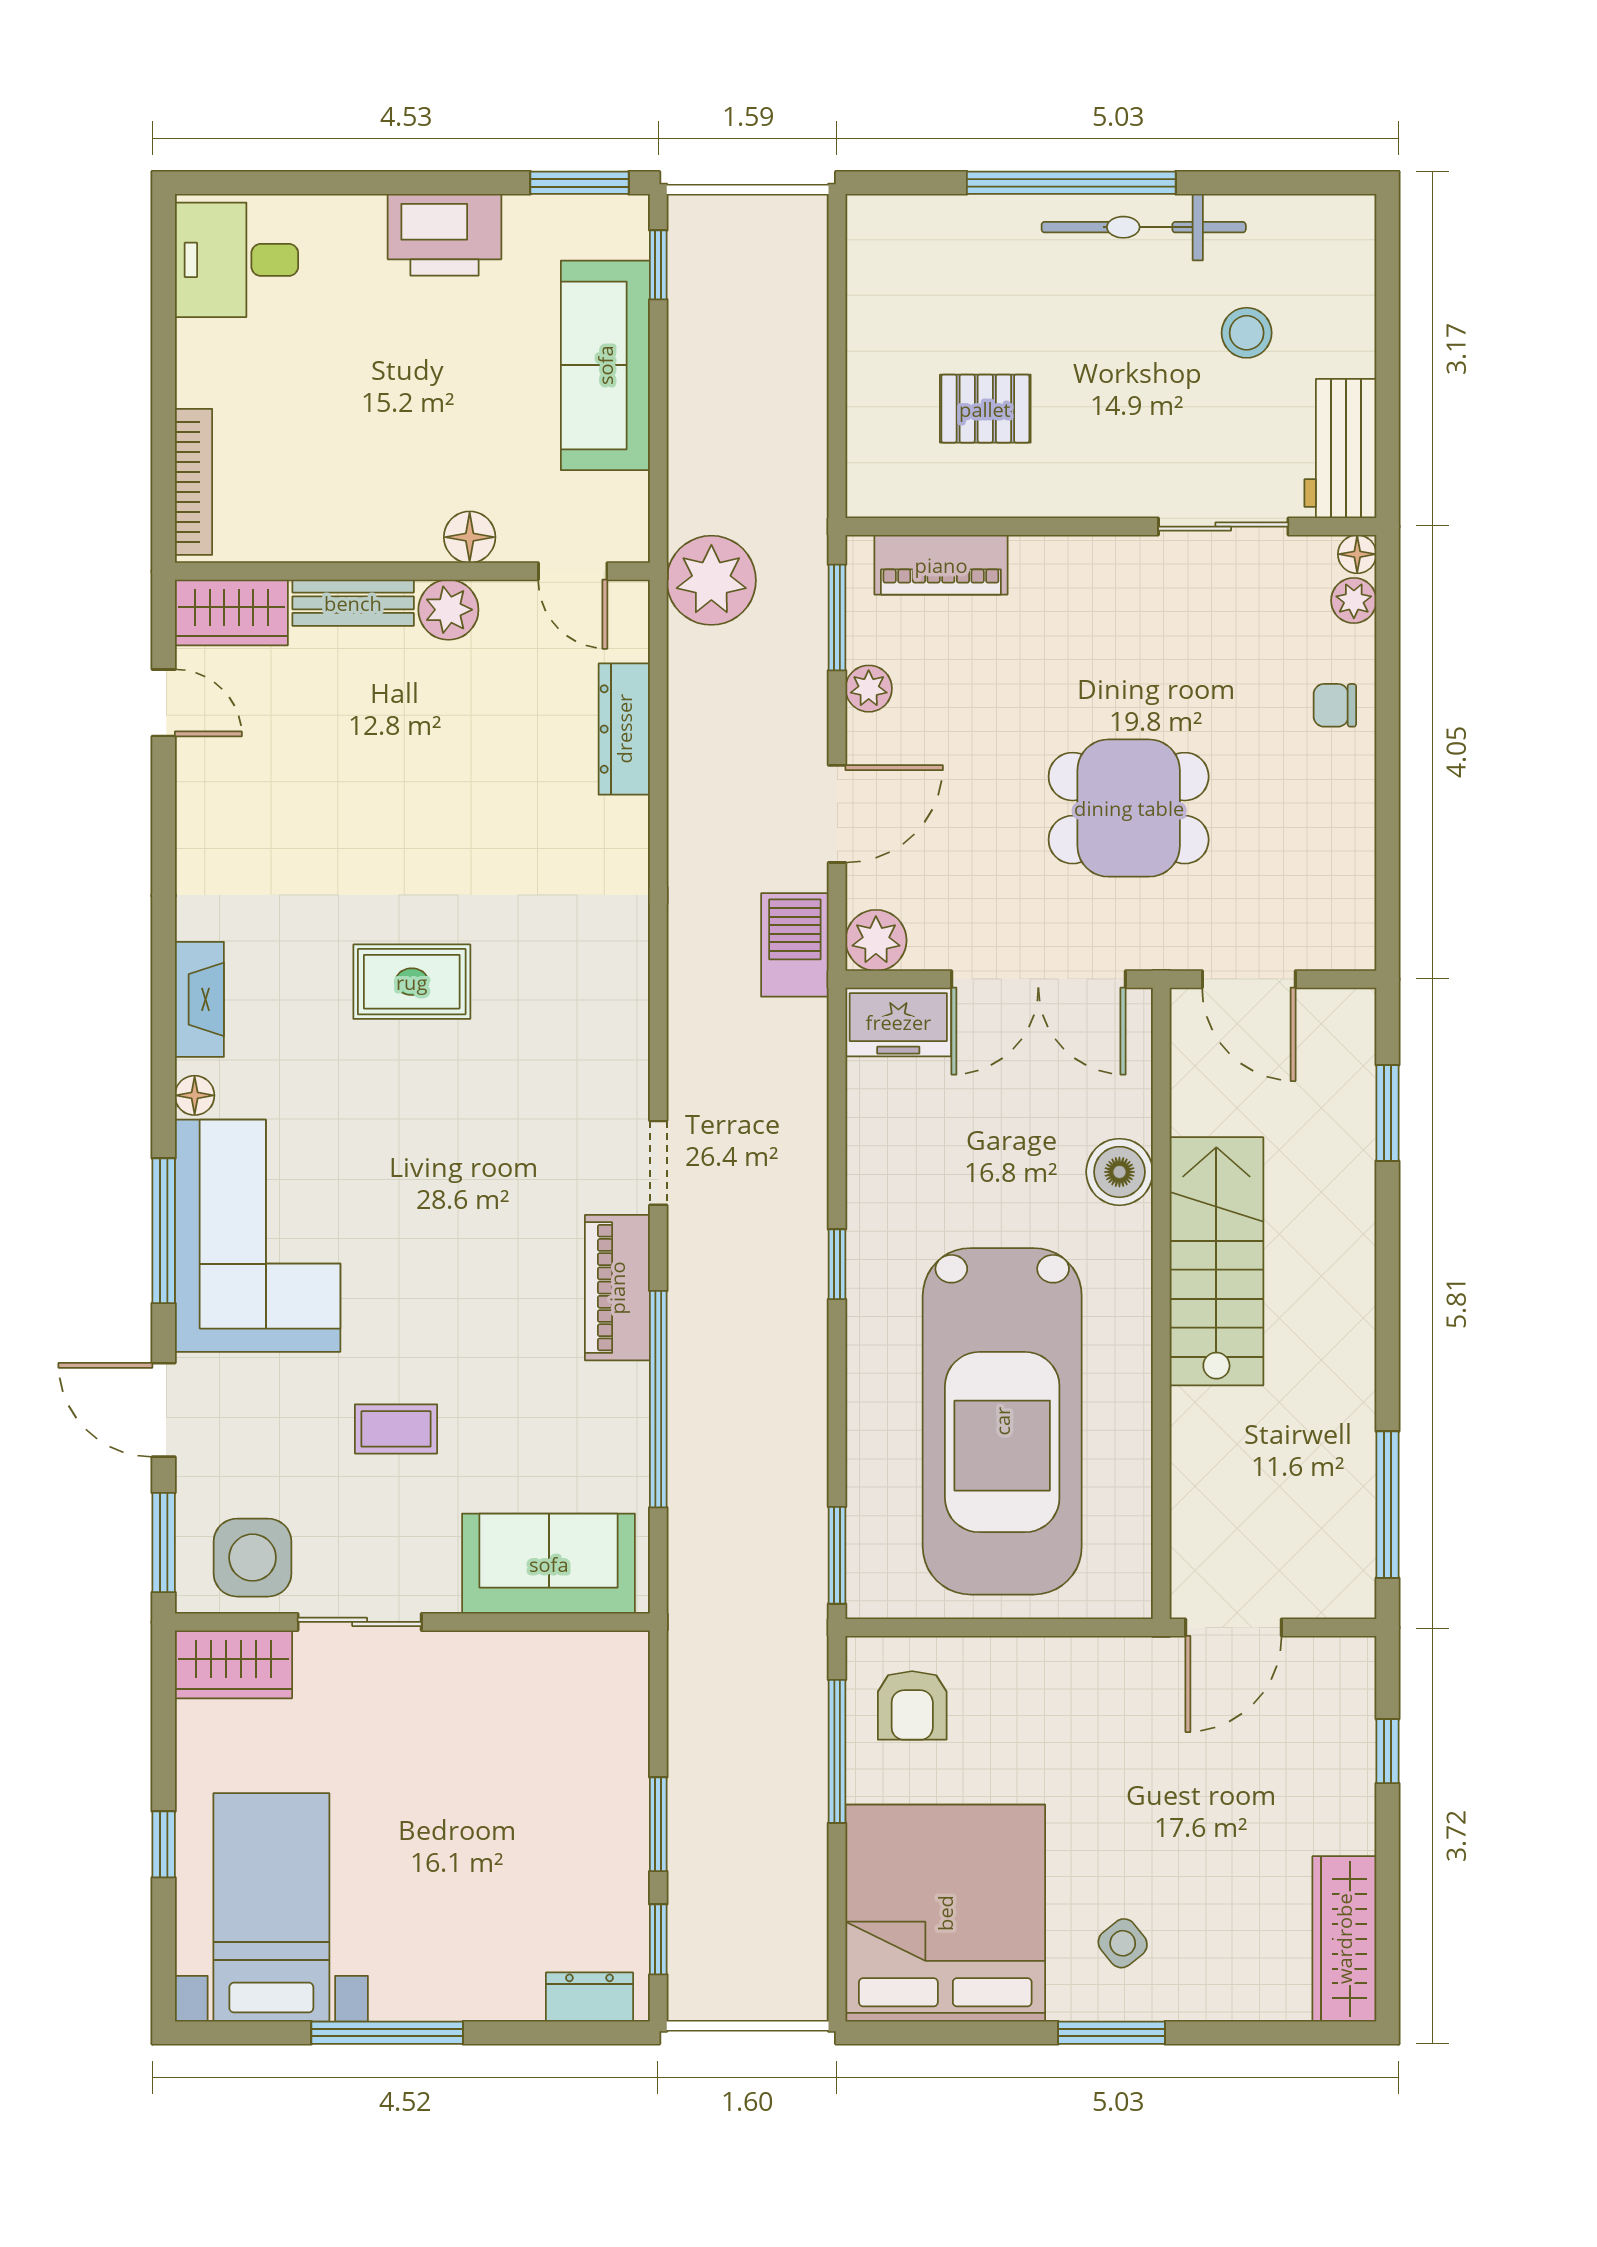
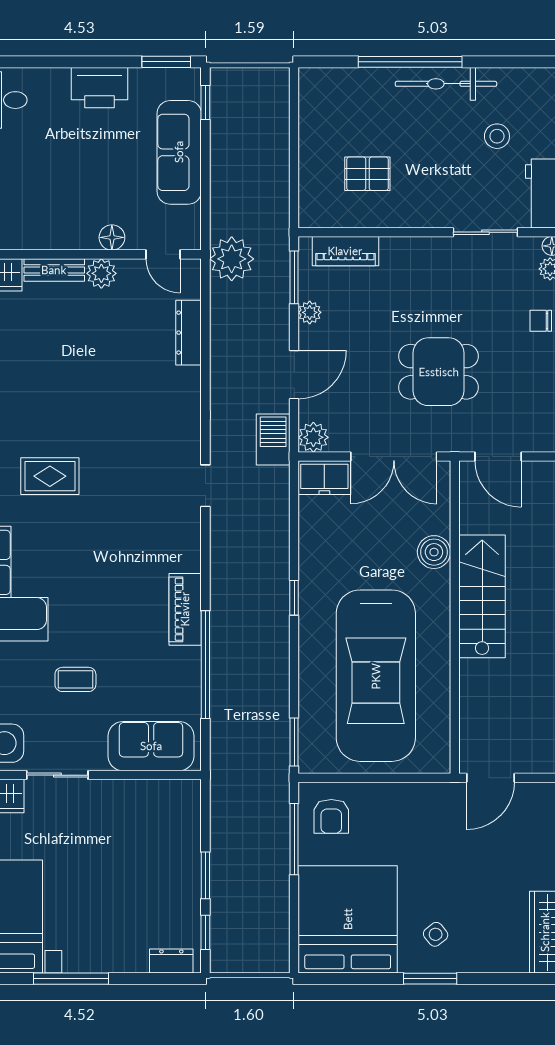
rug: (412, 982) -> (50, 476), moved
doorway: (658, 1163) -> (205, 486), moved

